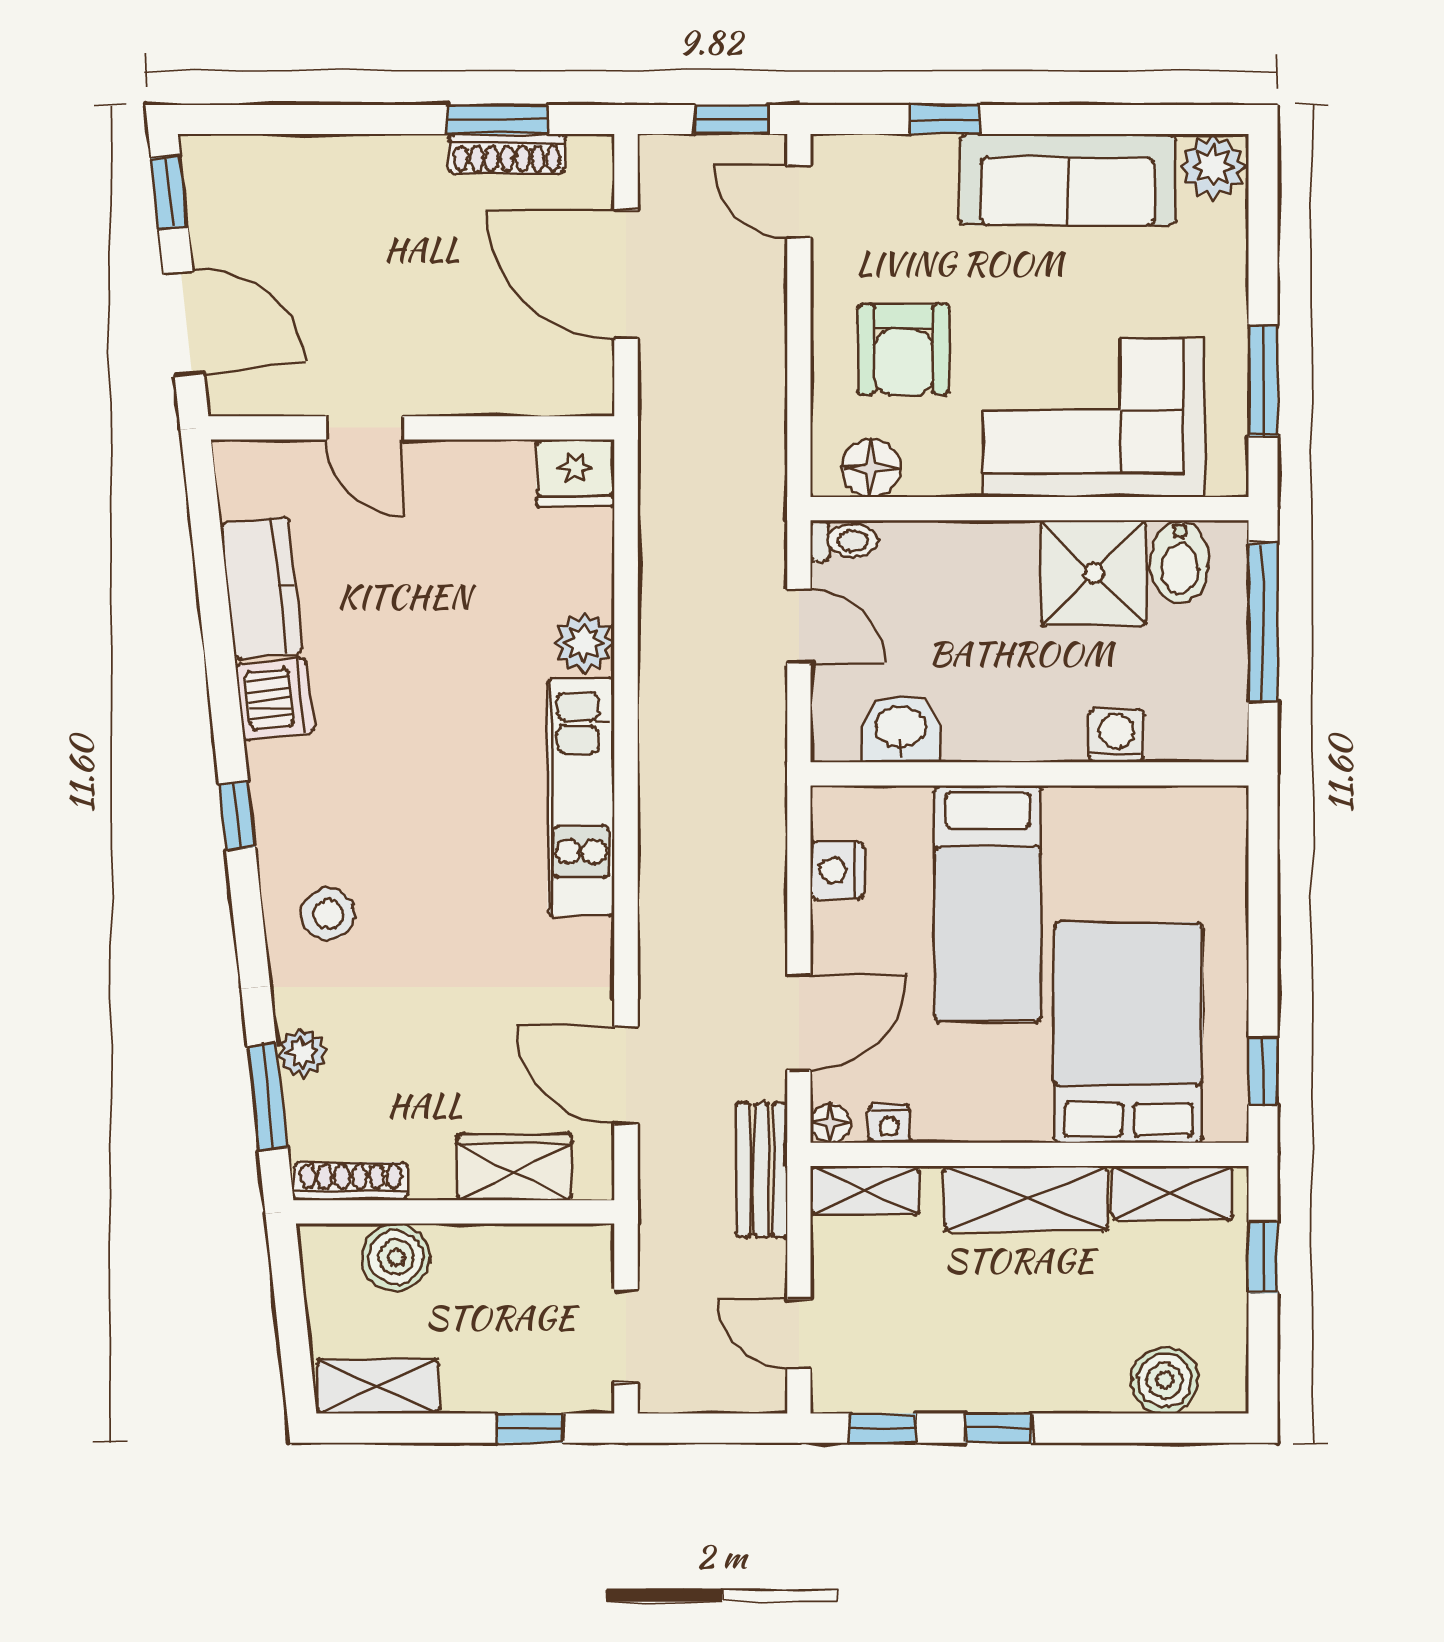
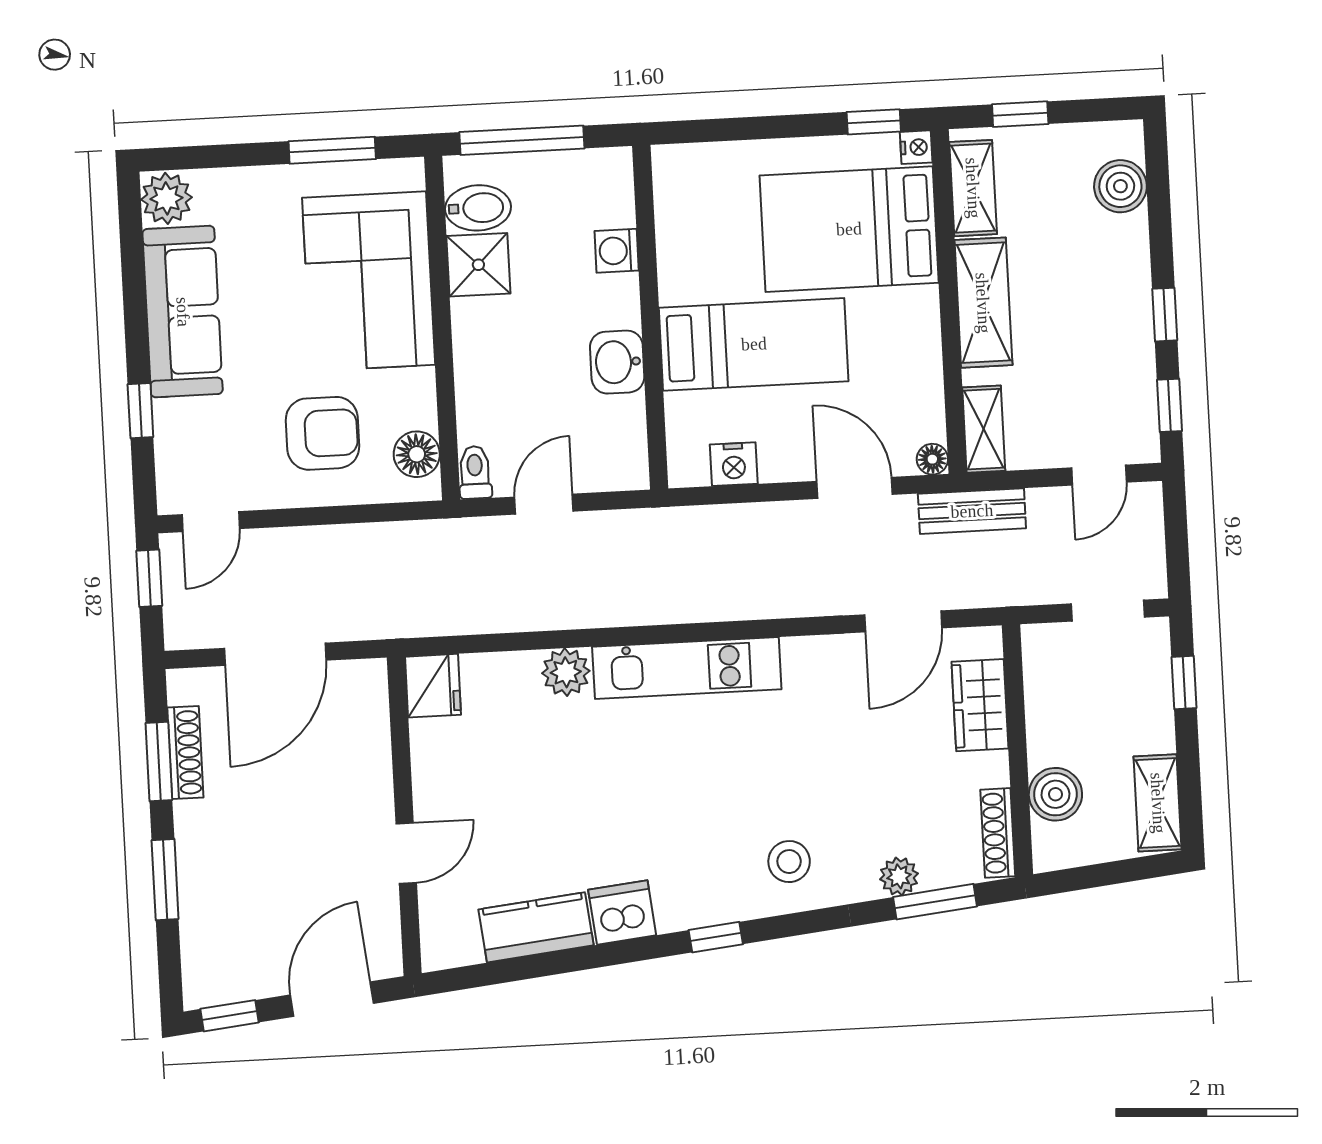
window: (347, 120) -> (165, 880), added
shower: (1094, 573) -> (478, 265), width x0.73, depth x0.73
washbasin: (901, 729) -> (617, 362), moved
nightstand: (889, 1123) -> (916, 147), moved

